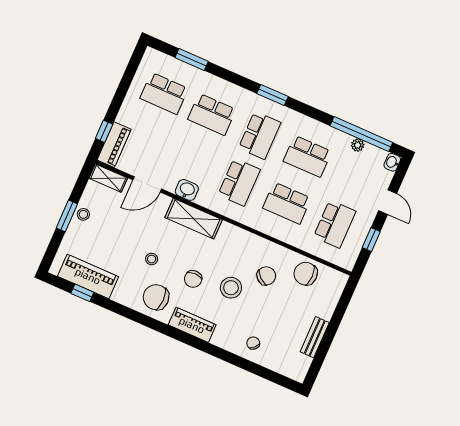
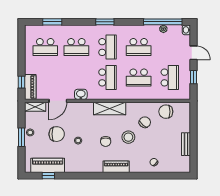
shelving: (194, 219) -> (110, 108), moved
chair: (156, 297) -> (57, 134), moved, turned 180

